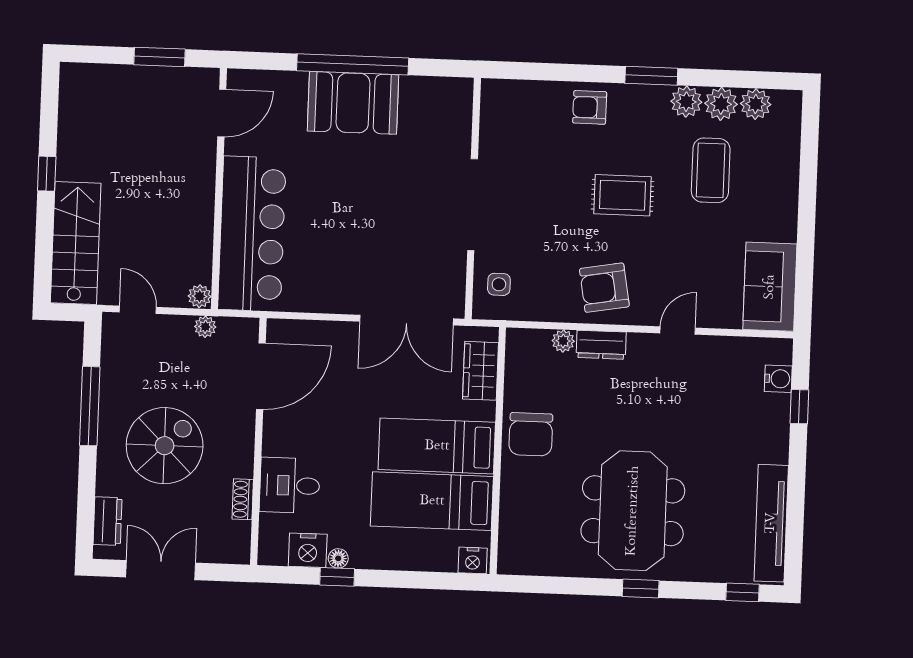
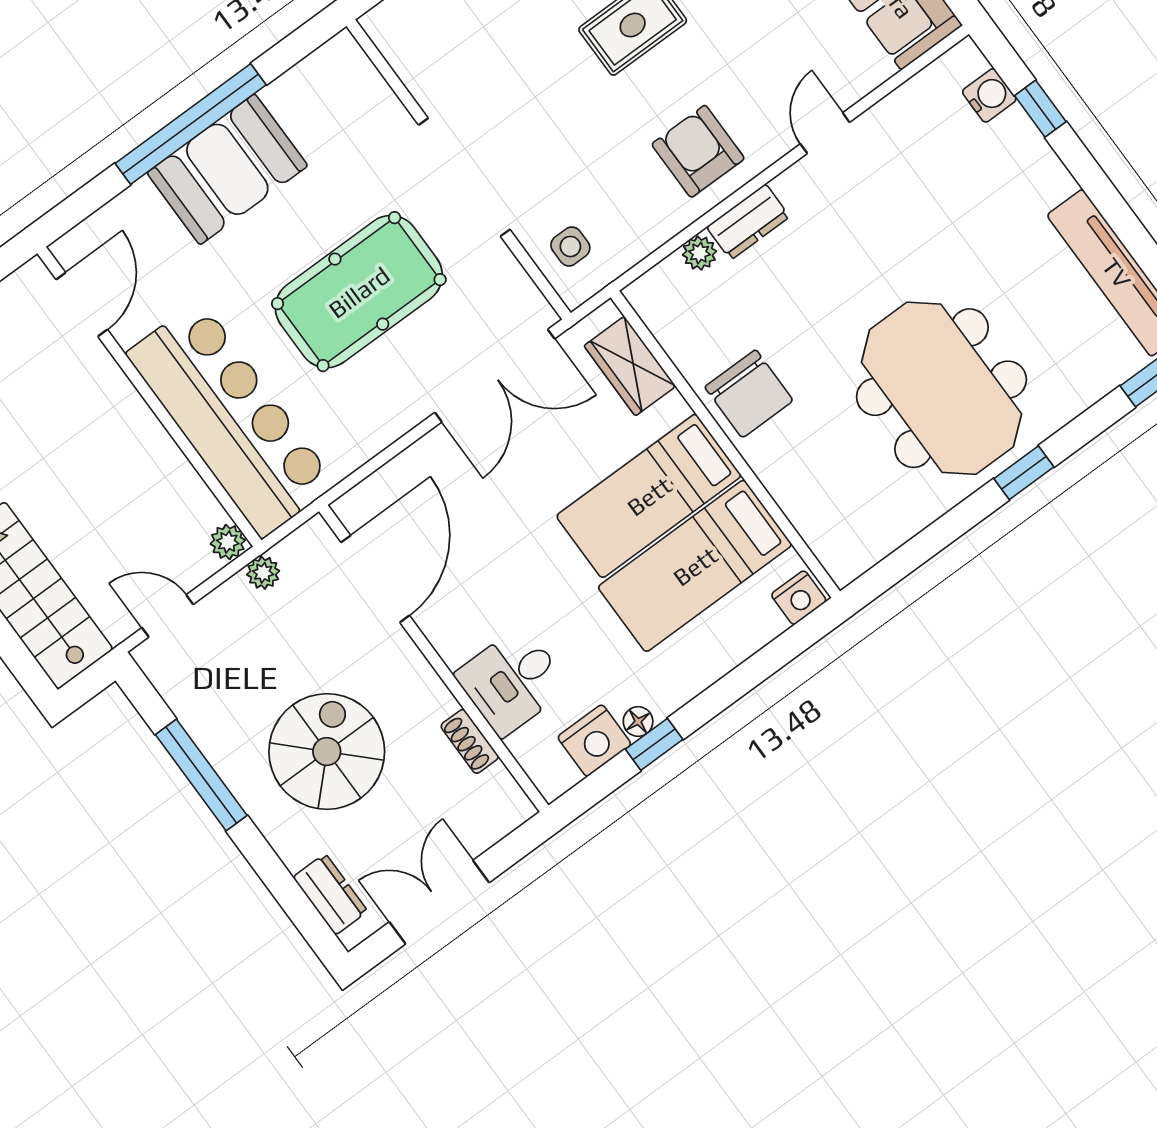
pool table: (371, 220) -> (359, 292), added
armchair: (604, 288) -> (698, 151), turned 100

